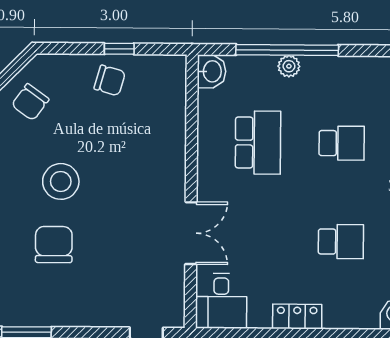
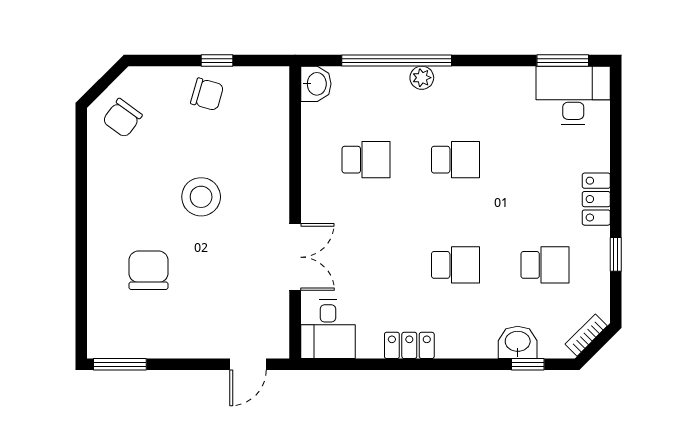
plant: (289, 66) -> (422, 78), moved
school desk: (258, 143) -> (366, 160), width x0.54
stool: (61, 181) -> (201, 197), moved

